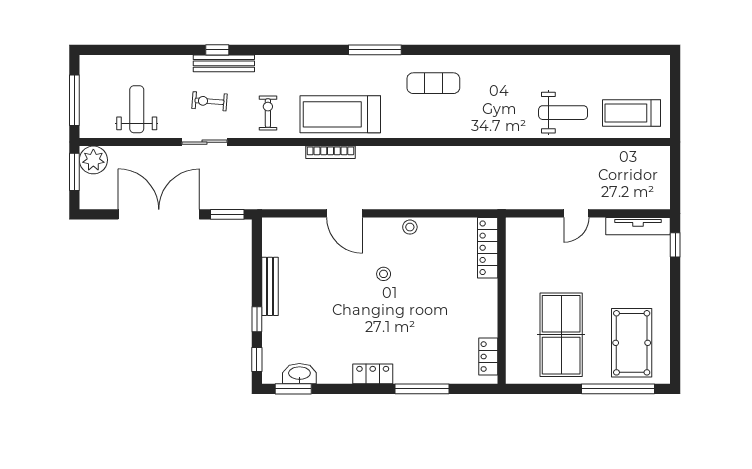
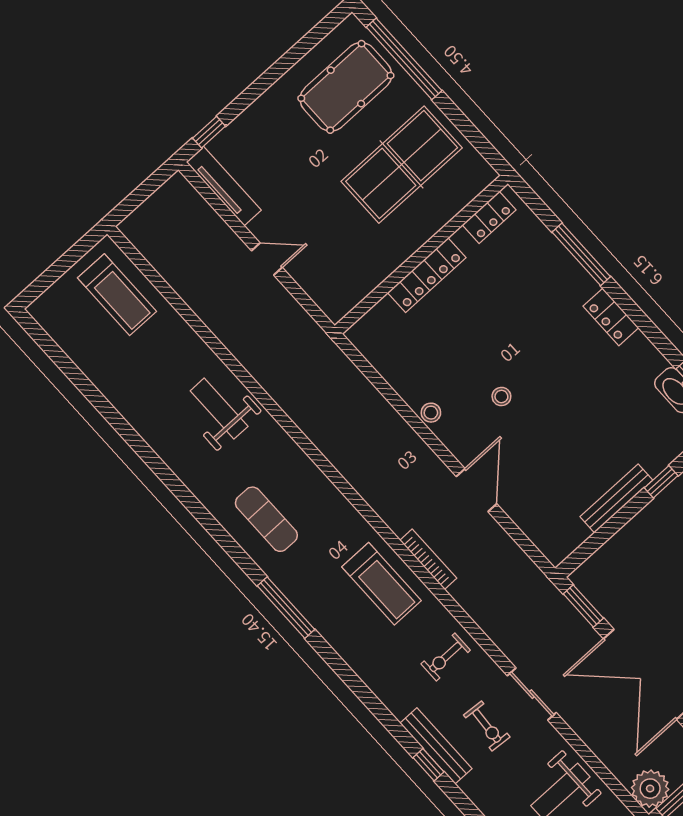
weight bench: (563, 113) -> (219, 409), moved
treadmill: (340, 114) -> (382, 584), width x0.73, depth x0.73
locker: (488, 248) -> (427, 275), moved

